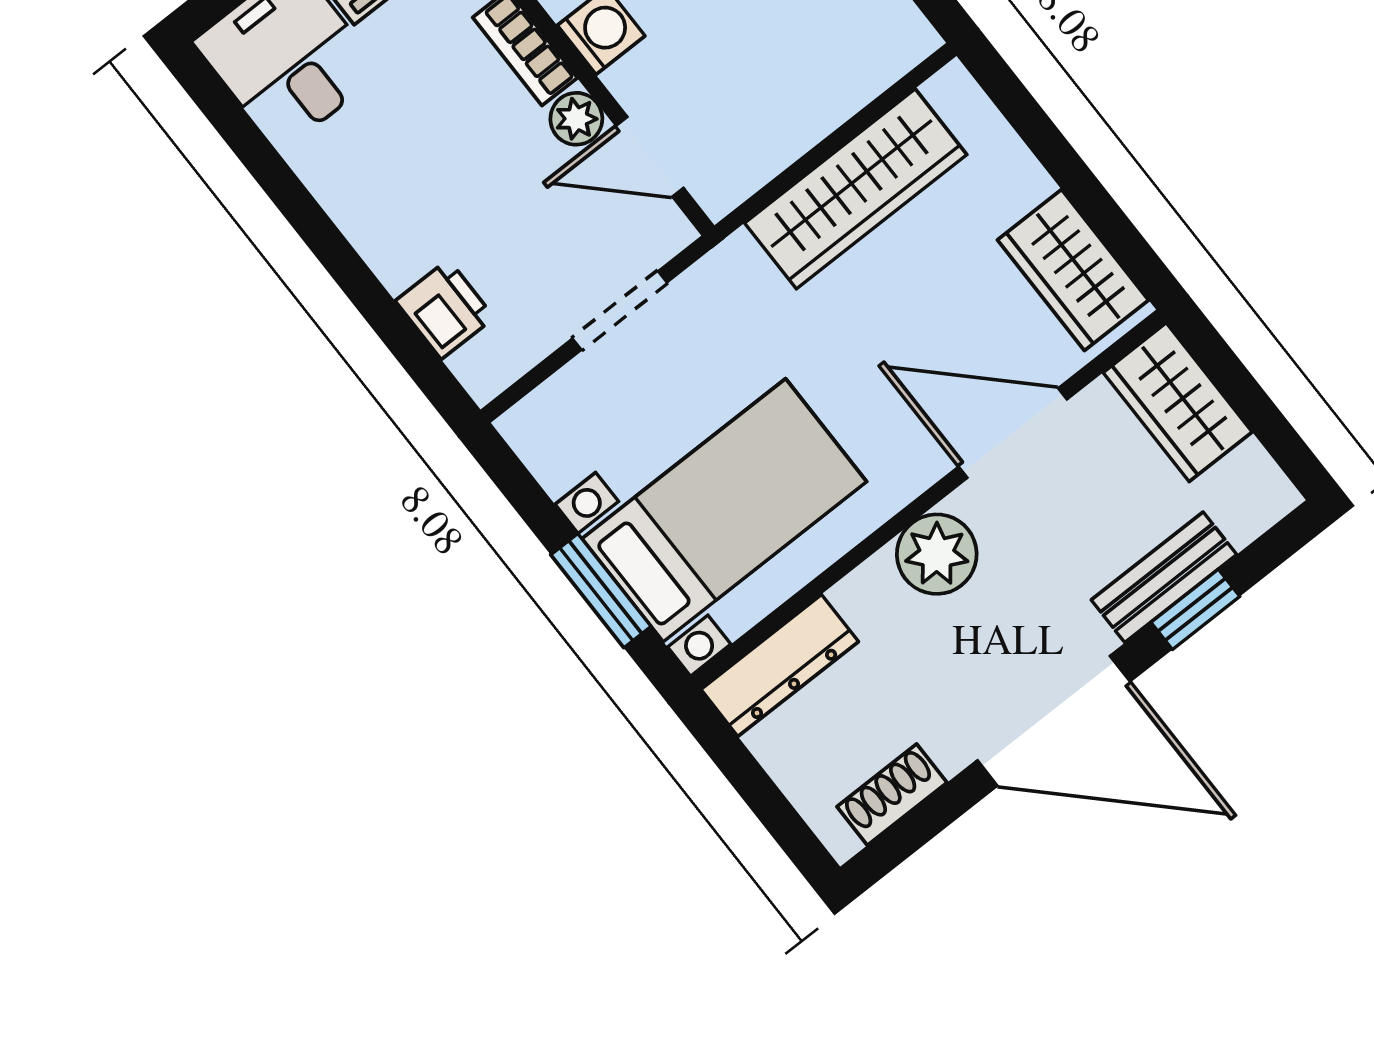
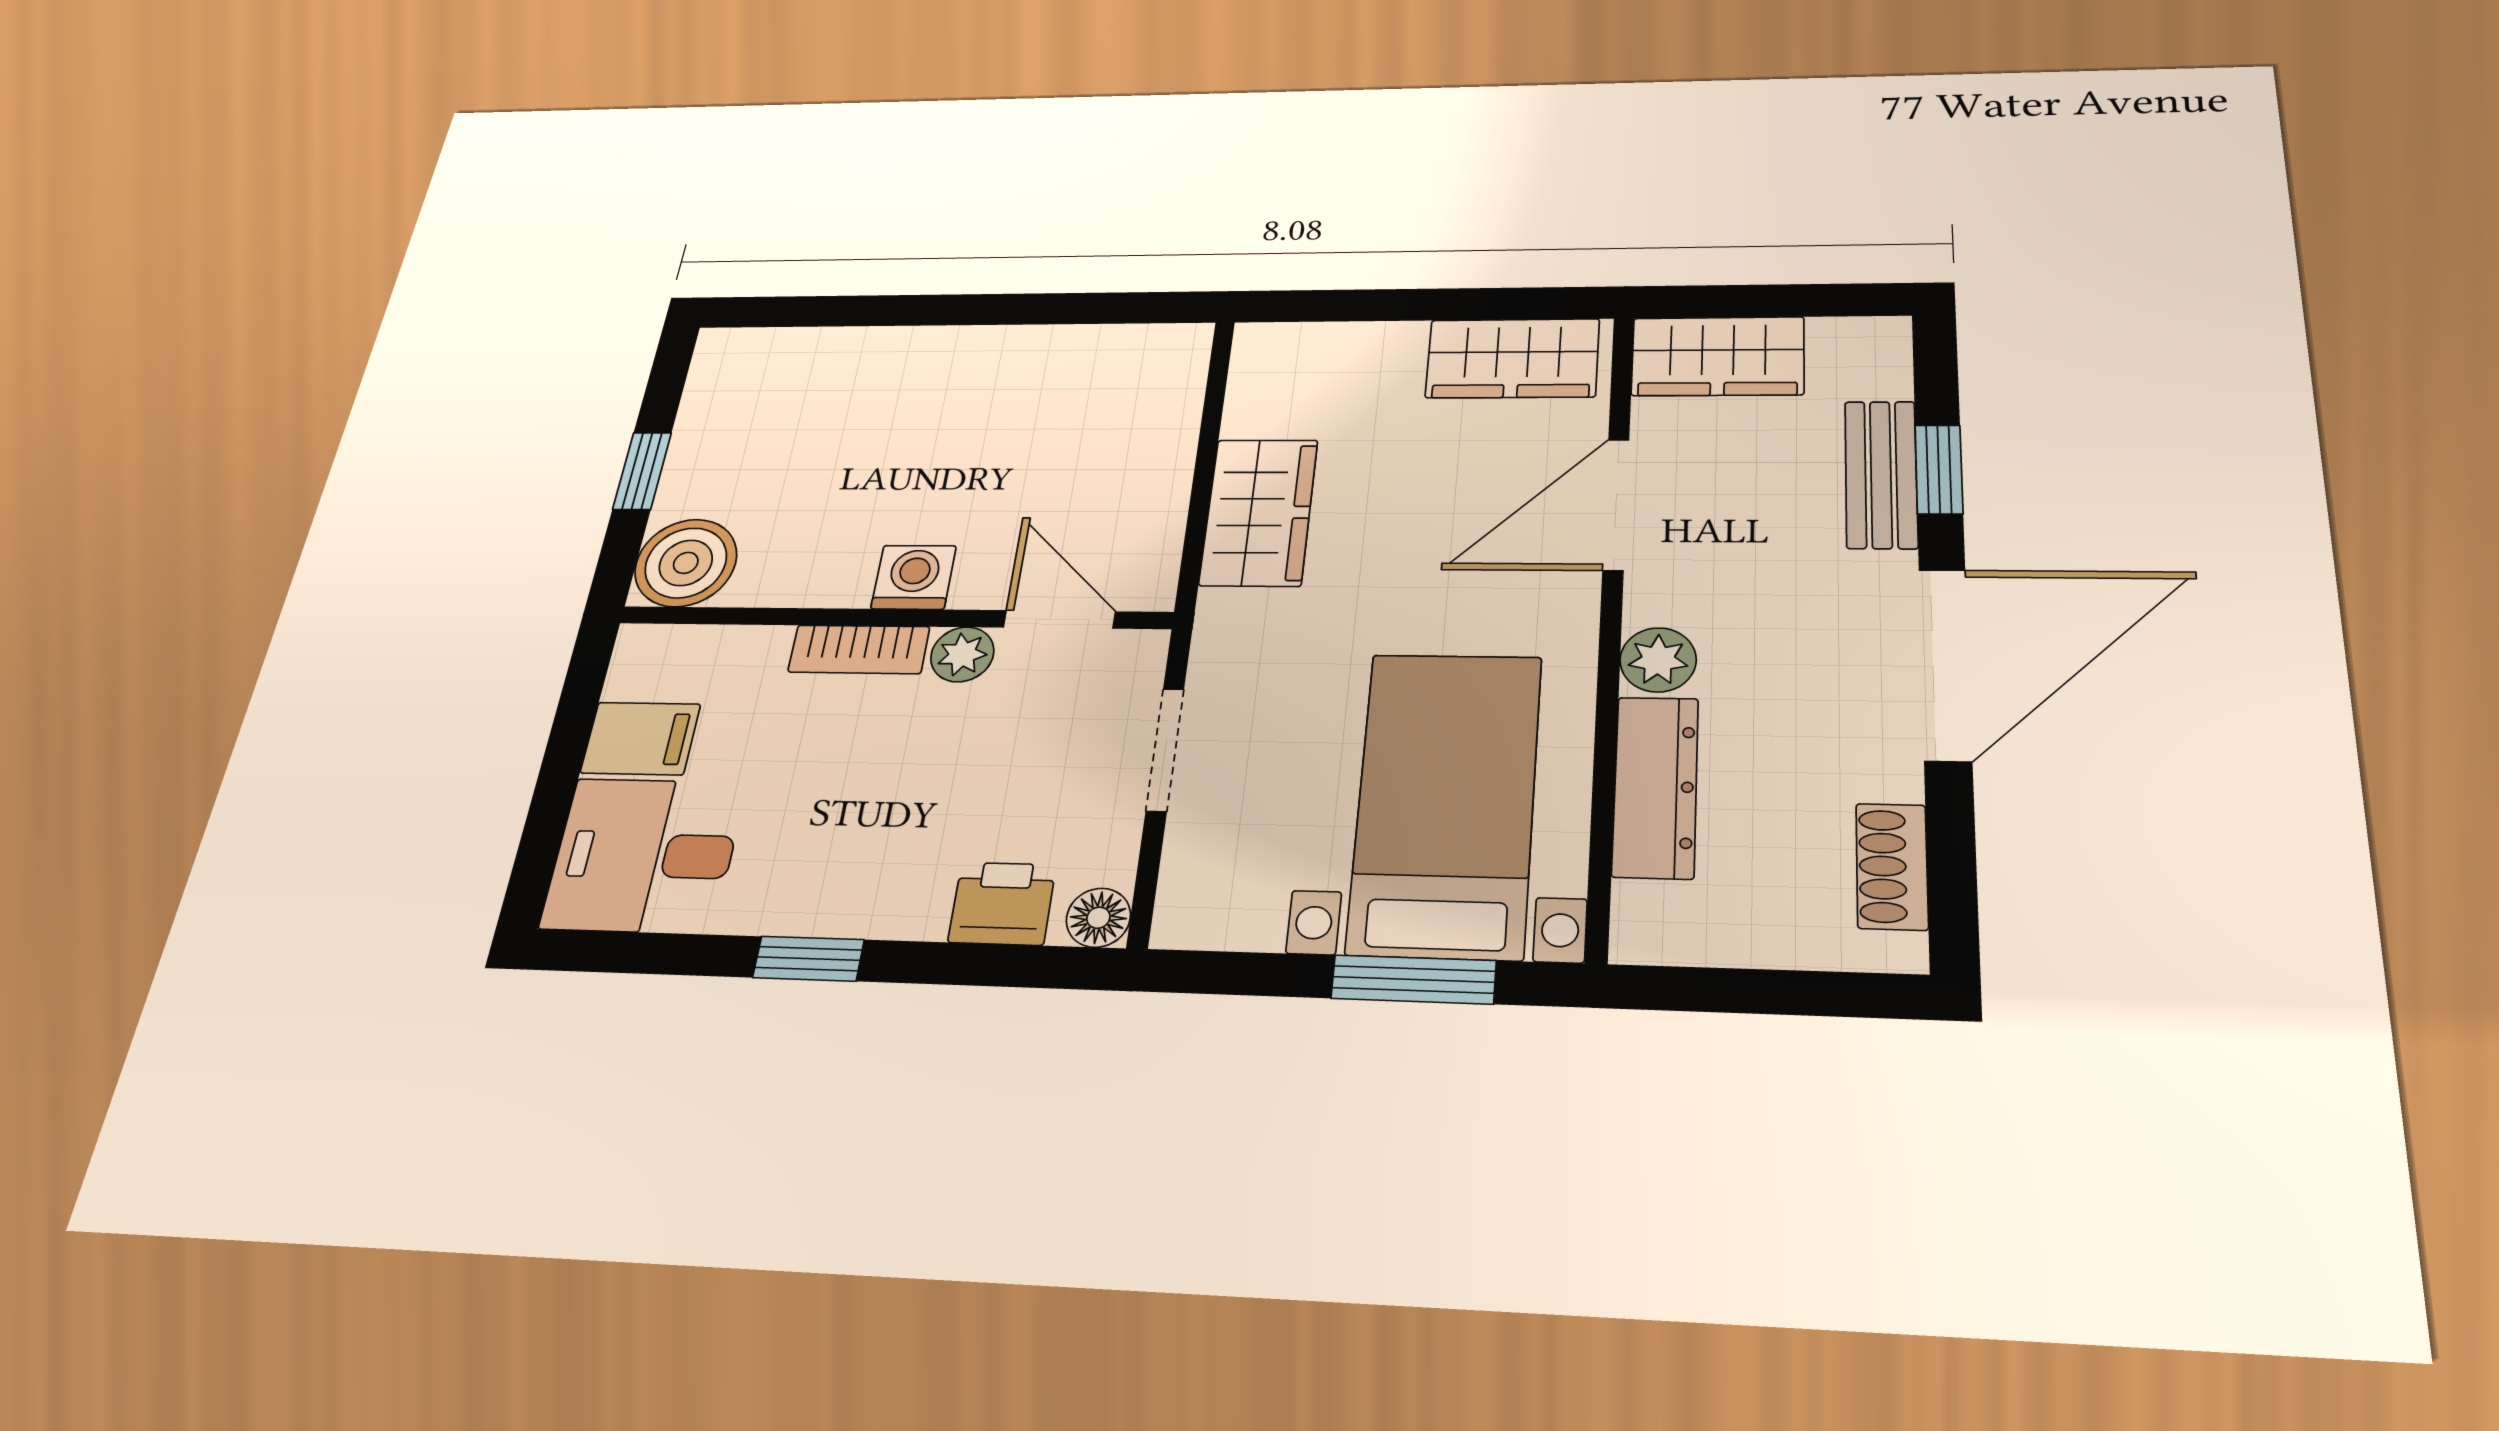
door: (650, 157) -> (1059, 619), swing flipped
wardrobe: (856, 189) -> (1259, 512), width x0.67
window: (316, 228) -> (809, 959), added
floor lamp: (484, 375) -> (1098, 918), added
plant: (937, 554) -> (1658, 660), width x0.73, depth x0.73
dresser: (780, 665) -> (1655, 787), moved

